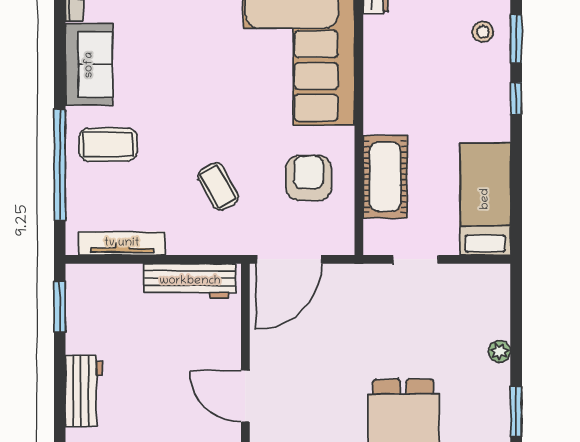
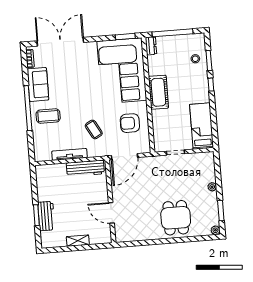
window: (60, 165) -> (28, 108), moved
cot: (385, 177) -> (158, 92), moved
armchair: (309, 178) -> (130, 123), turned -90
tv unit: (122, 243) -> (69, 154), moved
window: (60, 306) -> (36, 215), moved

